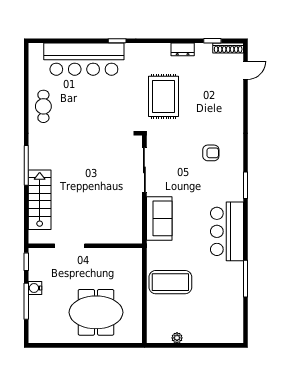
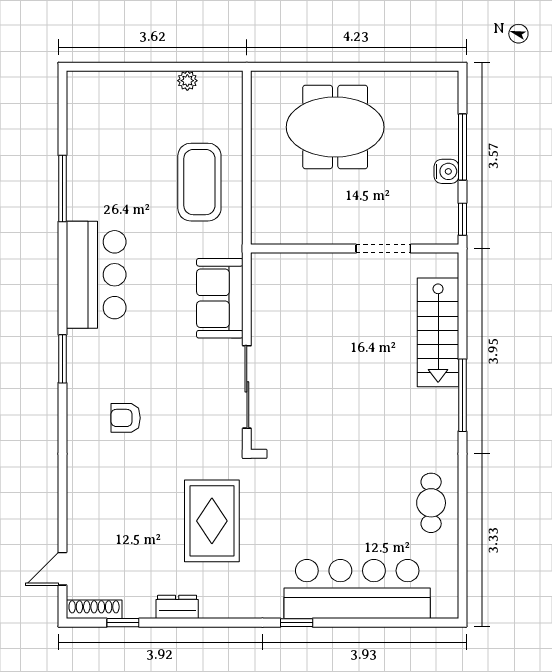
coffee table: (170, 282) -> (199, 182), turned 90

